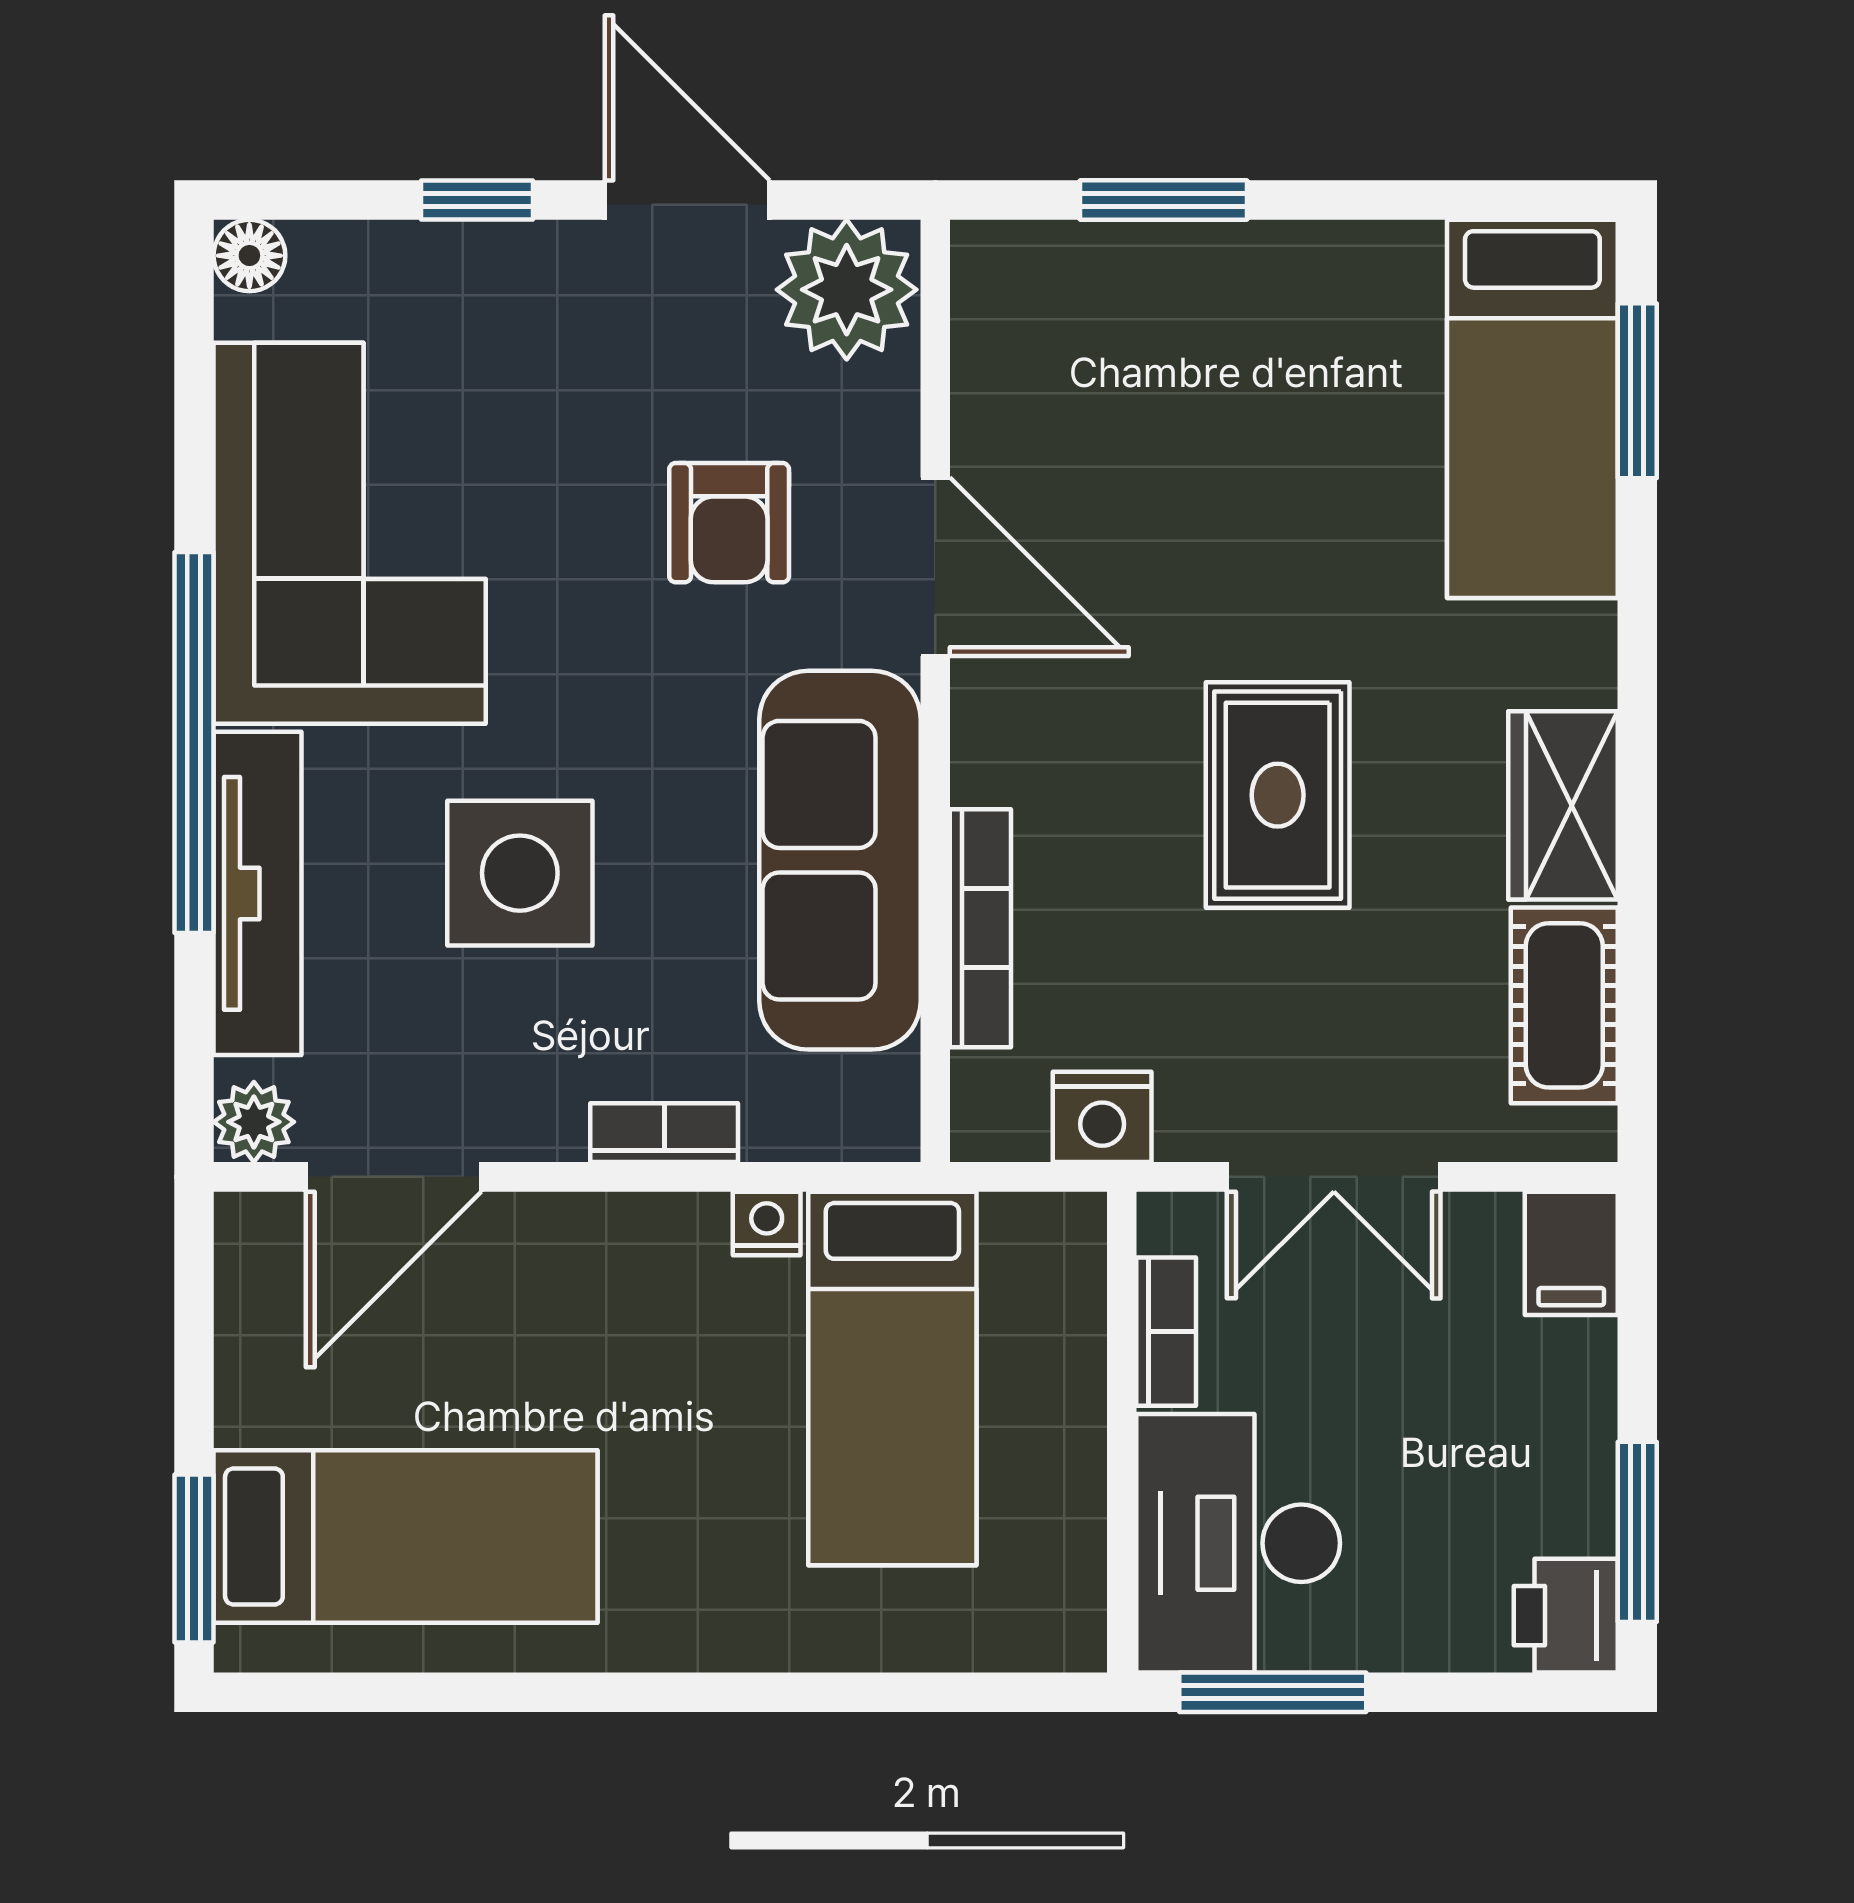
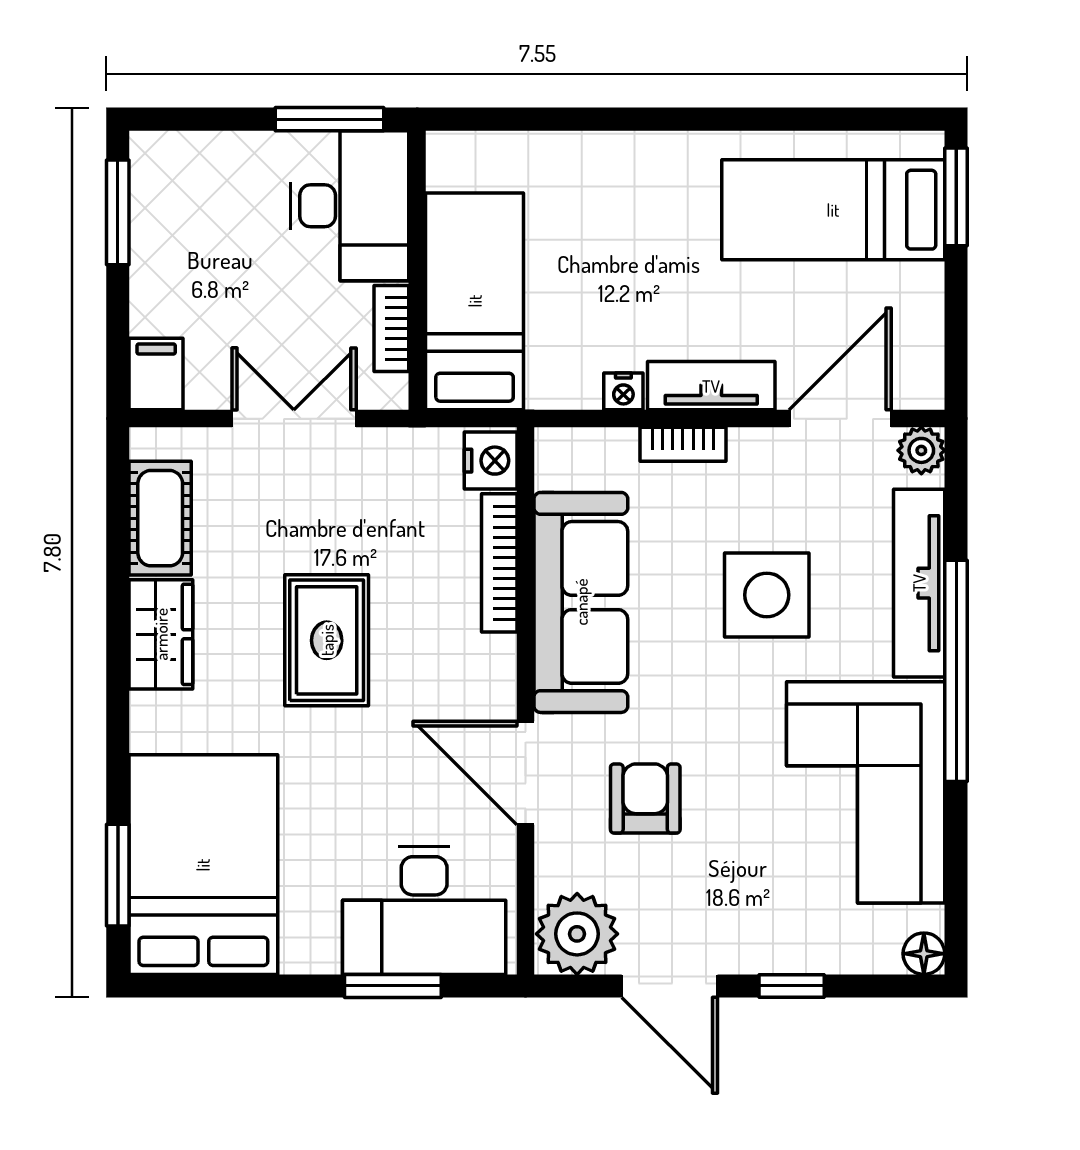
desk: (1110, 330) -> (424, 910), added
bed: (1532, 409) -> (203, 865), width x1.50
nightstand: (1102, 1117) -> (491, 461), moved, turned 90
tv unit: (615, 1234) -> (711, 386), added
bed: (892, 1379) -> (475, 301), moved
printer: (1566, 1616) -> (159, 164), removed

